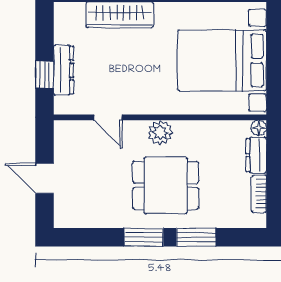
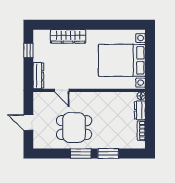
dresser: (64, 70) -> (38, 76), moved
window: (45, 75) -> (28, 50), moved
plant: (160, 133) -> (89, 98), removed
dining table: (166, 185) -> (74, 128), moved

